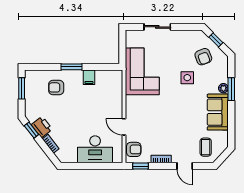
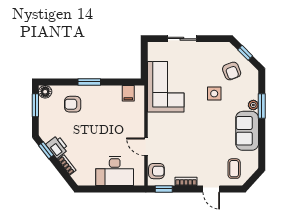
floor lamp: (31, 76) -> (45, 92), added
filing cabinet: (89, 77) -> (128, 93), moved

